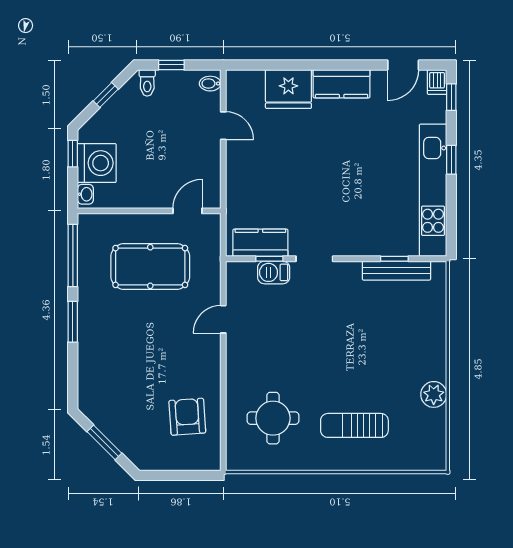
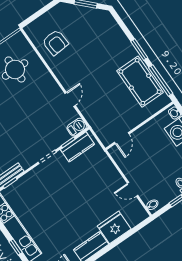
pool table: (150, 266) -> (140, 82), moved, turned 90
barbecue: (274, 272) -> (77, 127), moved

